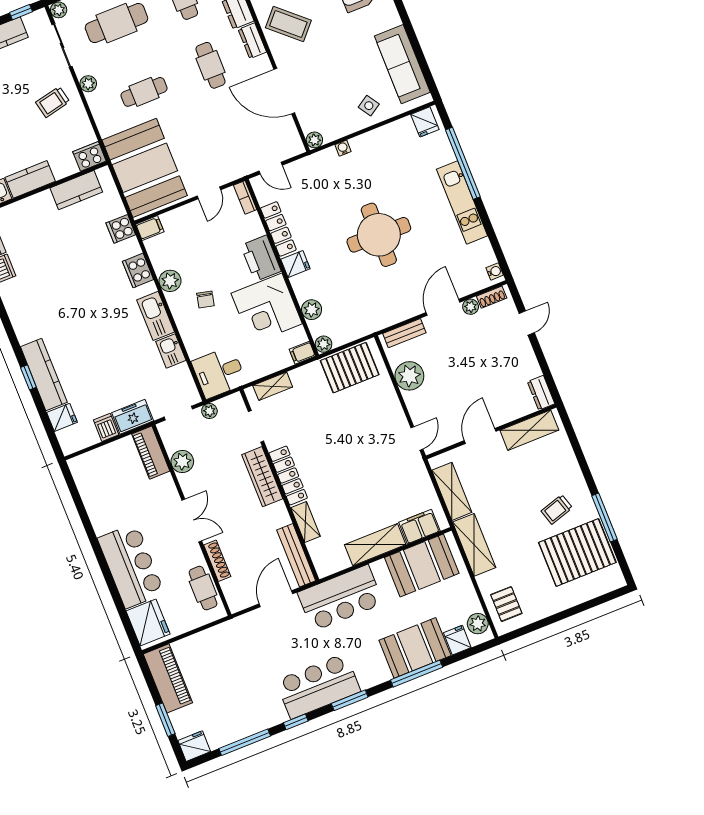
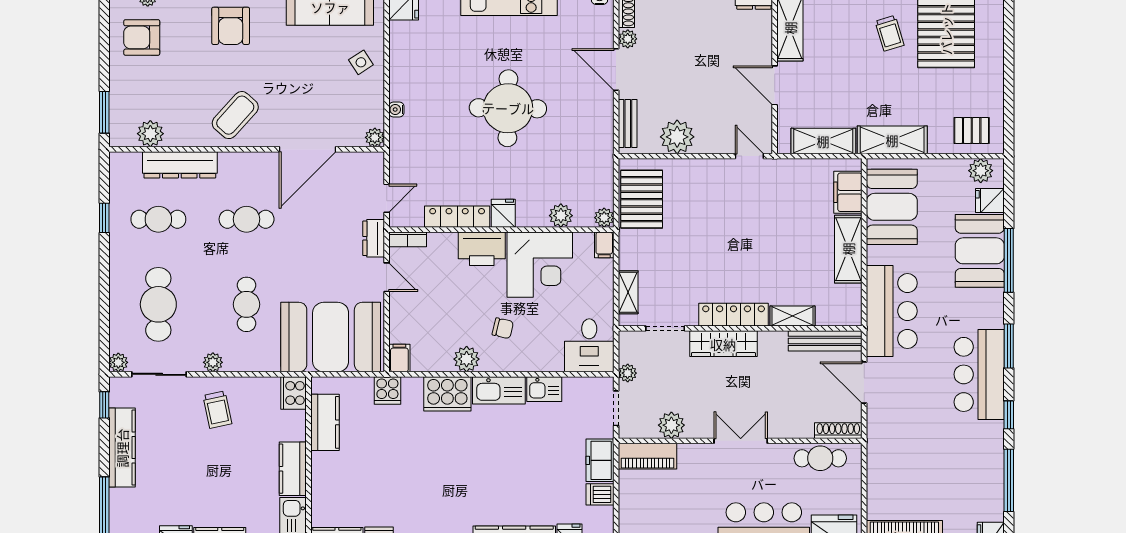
dresser: (252, 41) -> (374, 238), moved, turned 90
cooker: (138, 270) -> (447, 394), width x1.37, depth x1.31
shoe rack: (217, 561) -> (838, 431), moved

